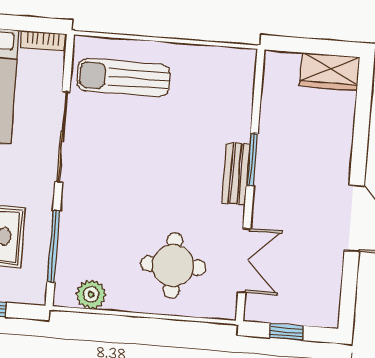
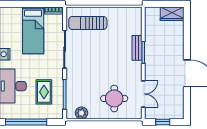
bench: (236, 174) -> (137, 48), moved

